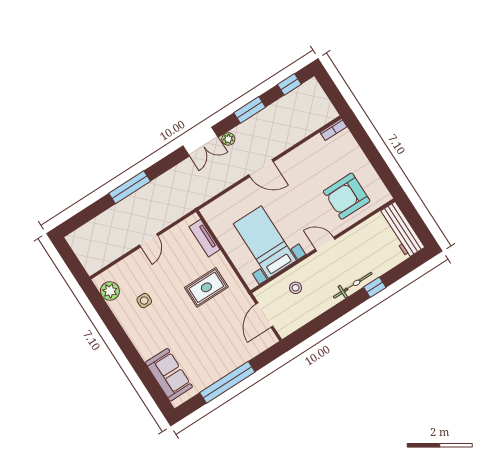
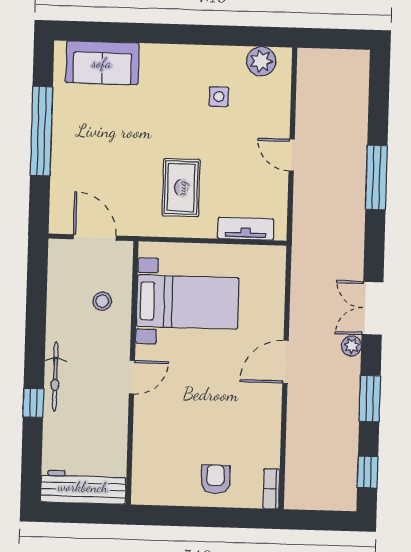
armchair: (347, 196) -> (215, 479), moved, width x0.53, depth x0.53

